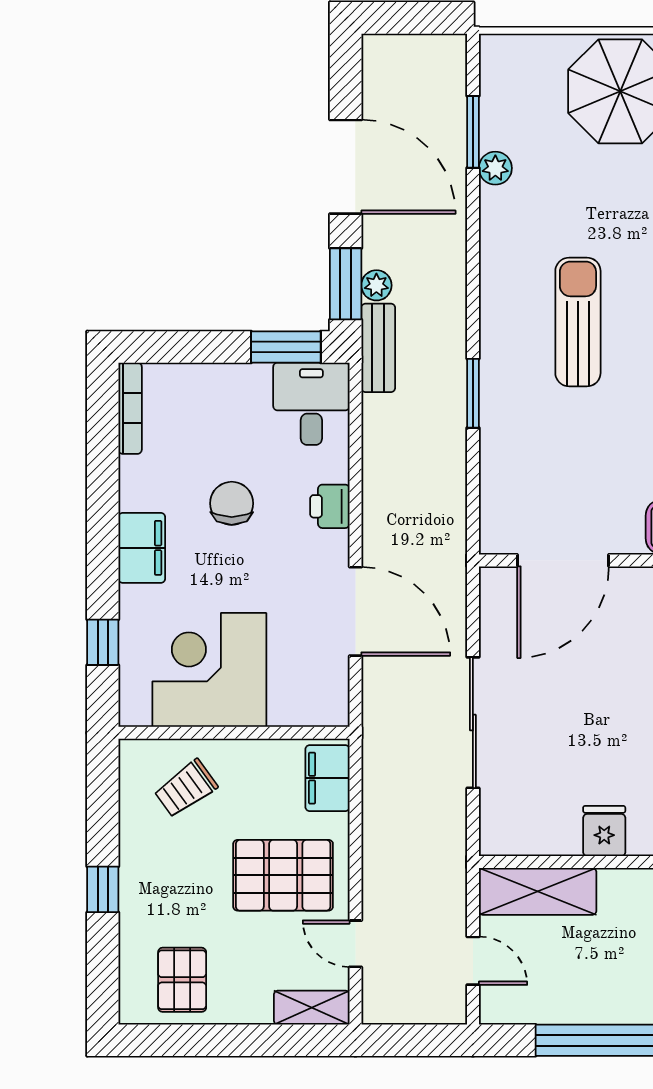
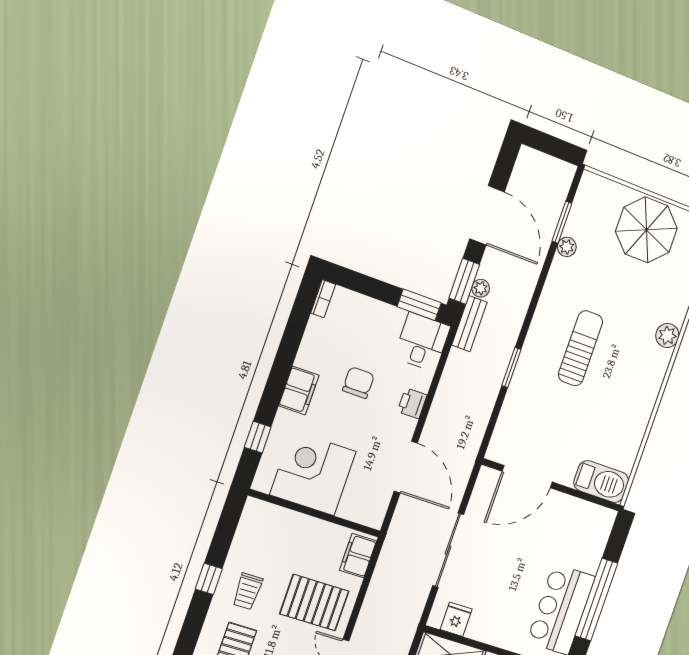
bookcase: (130, 408) -> (323, 299), width x0.64
trolley: (186, 788) -> (248, 591), moved, turned -54
fridge: (604, 831) -> (456, 619), moved

